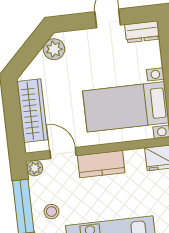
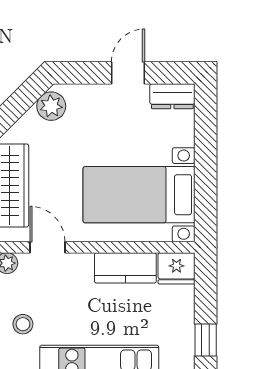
kitchen counter: (101, 164) -> (125, 268), moved

